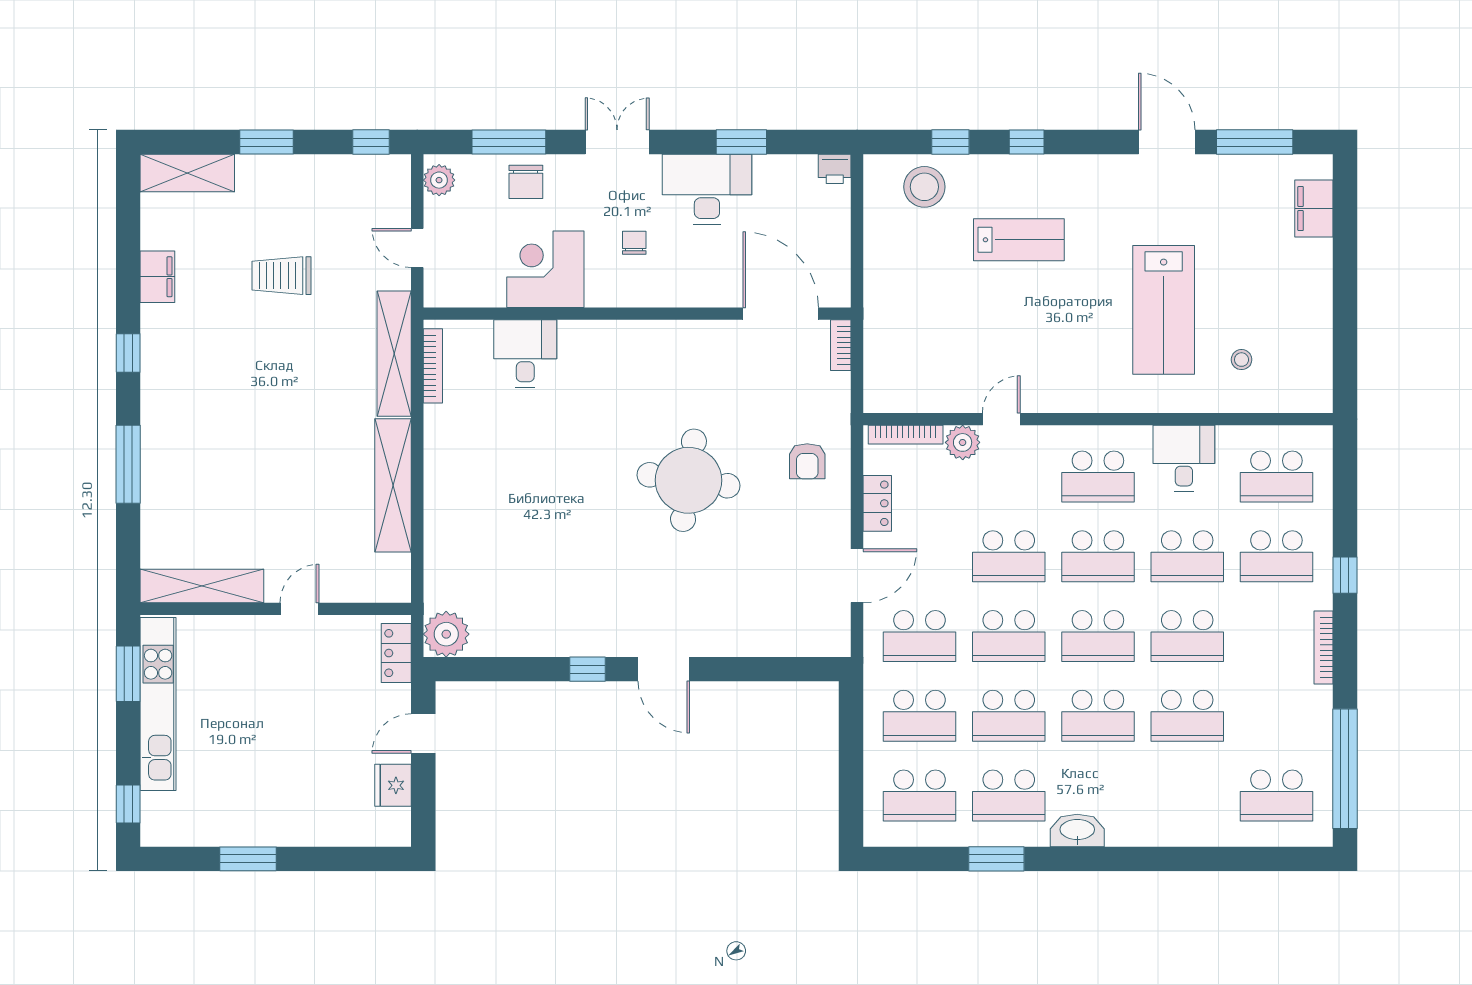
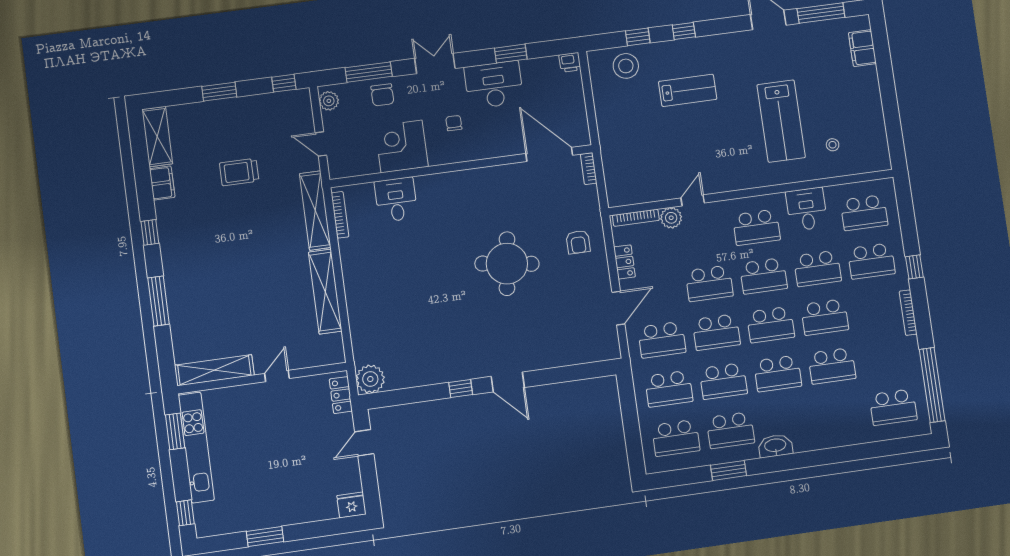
shelving: (187, 173) -> (157, 137), moved, turned 90
fridge: (393, 785) -> (351, 505), moved, turned 90

